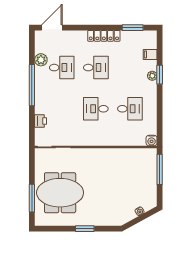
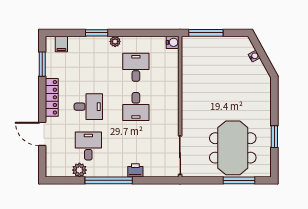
door: (52, 28) -> (42, 134), moved
filing cabinet: (150, 54) -> (61, 44), moved
desk: (96, 68) -> (88, 107), turned 90
plant: (152, 76) -> (115, 41), moved
printer: (41, 121) -> (135, 170), moved
window: (85, 229) -> (274, 137), moved

